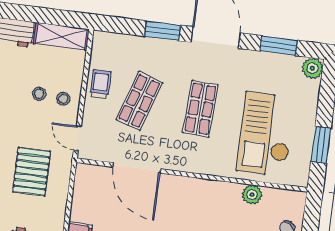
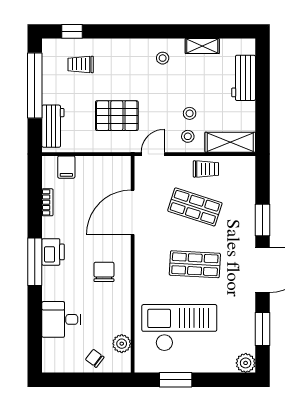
shelving: (61, 36) -> (230, 142), moved, turned 90
plant: (252, 195) -> (122, 344), moved
chair: (196, 207) -> (104, 272), added

